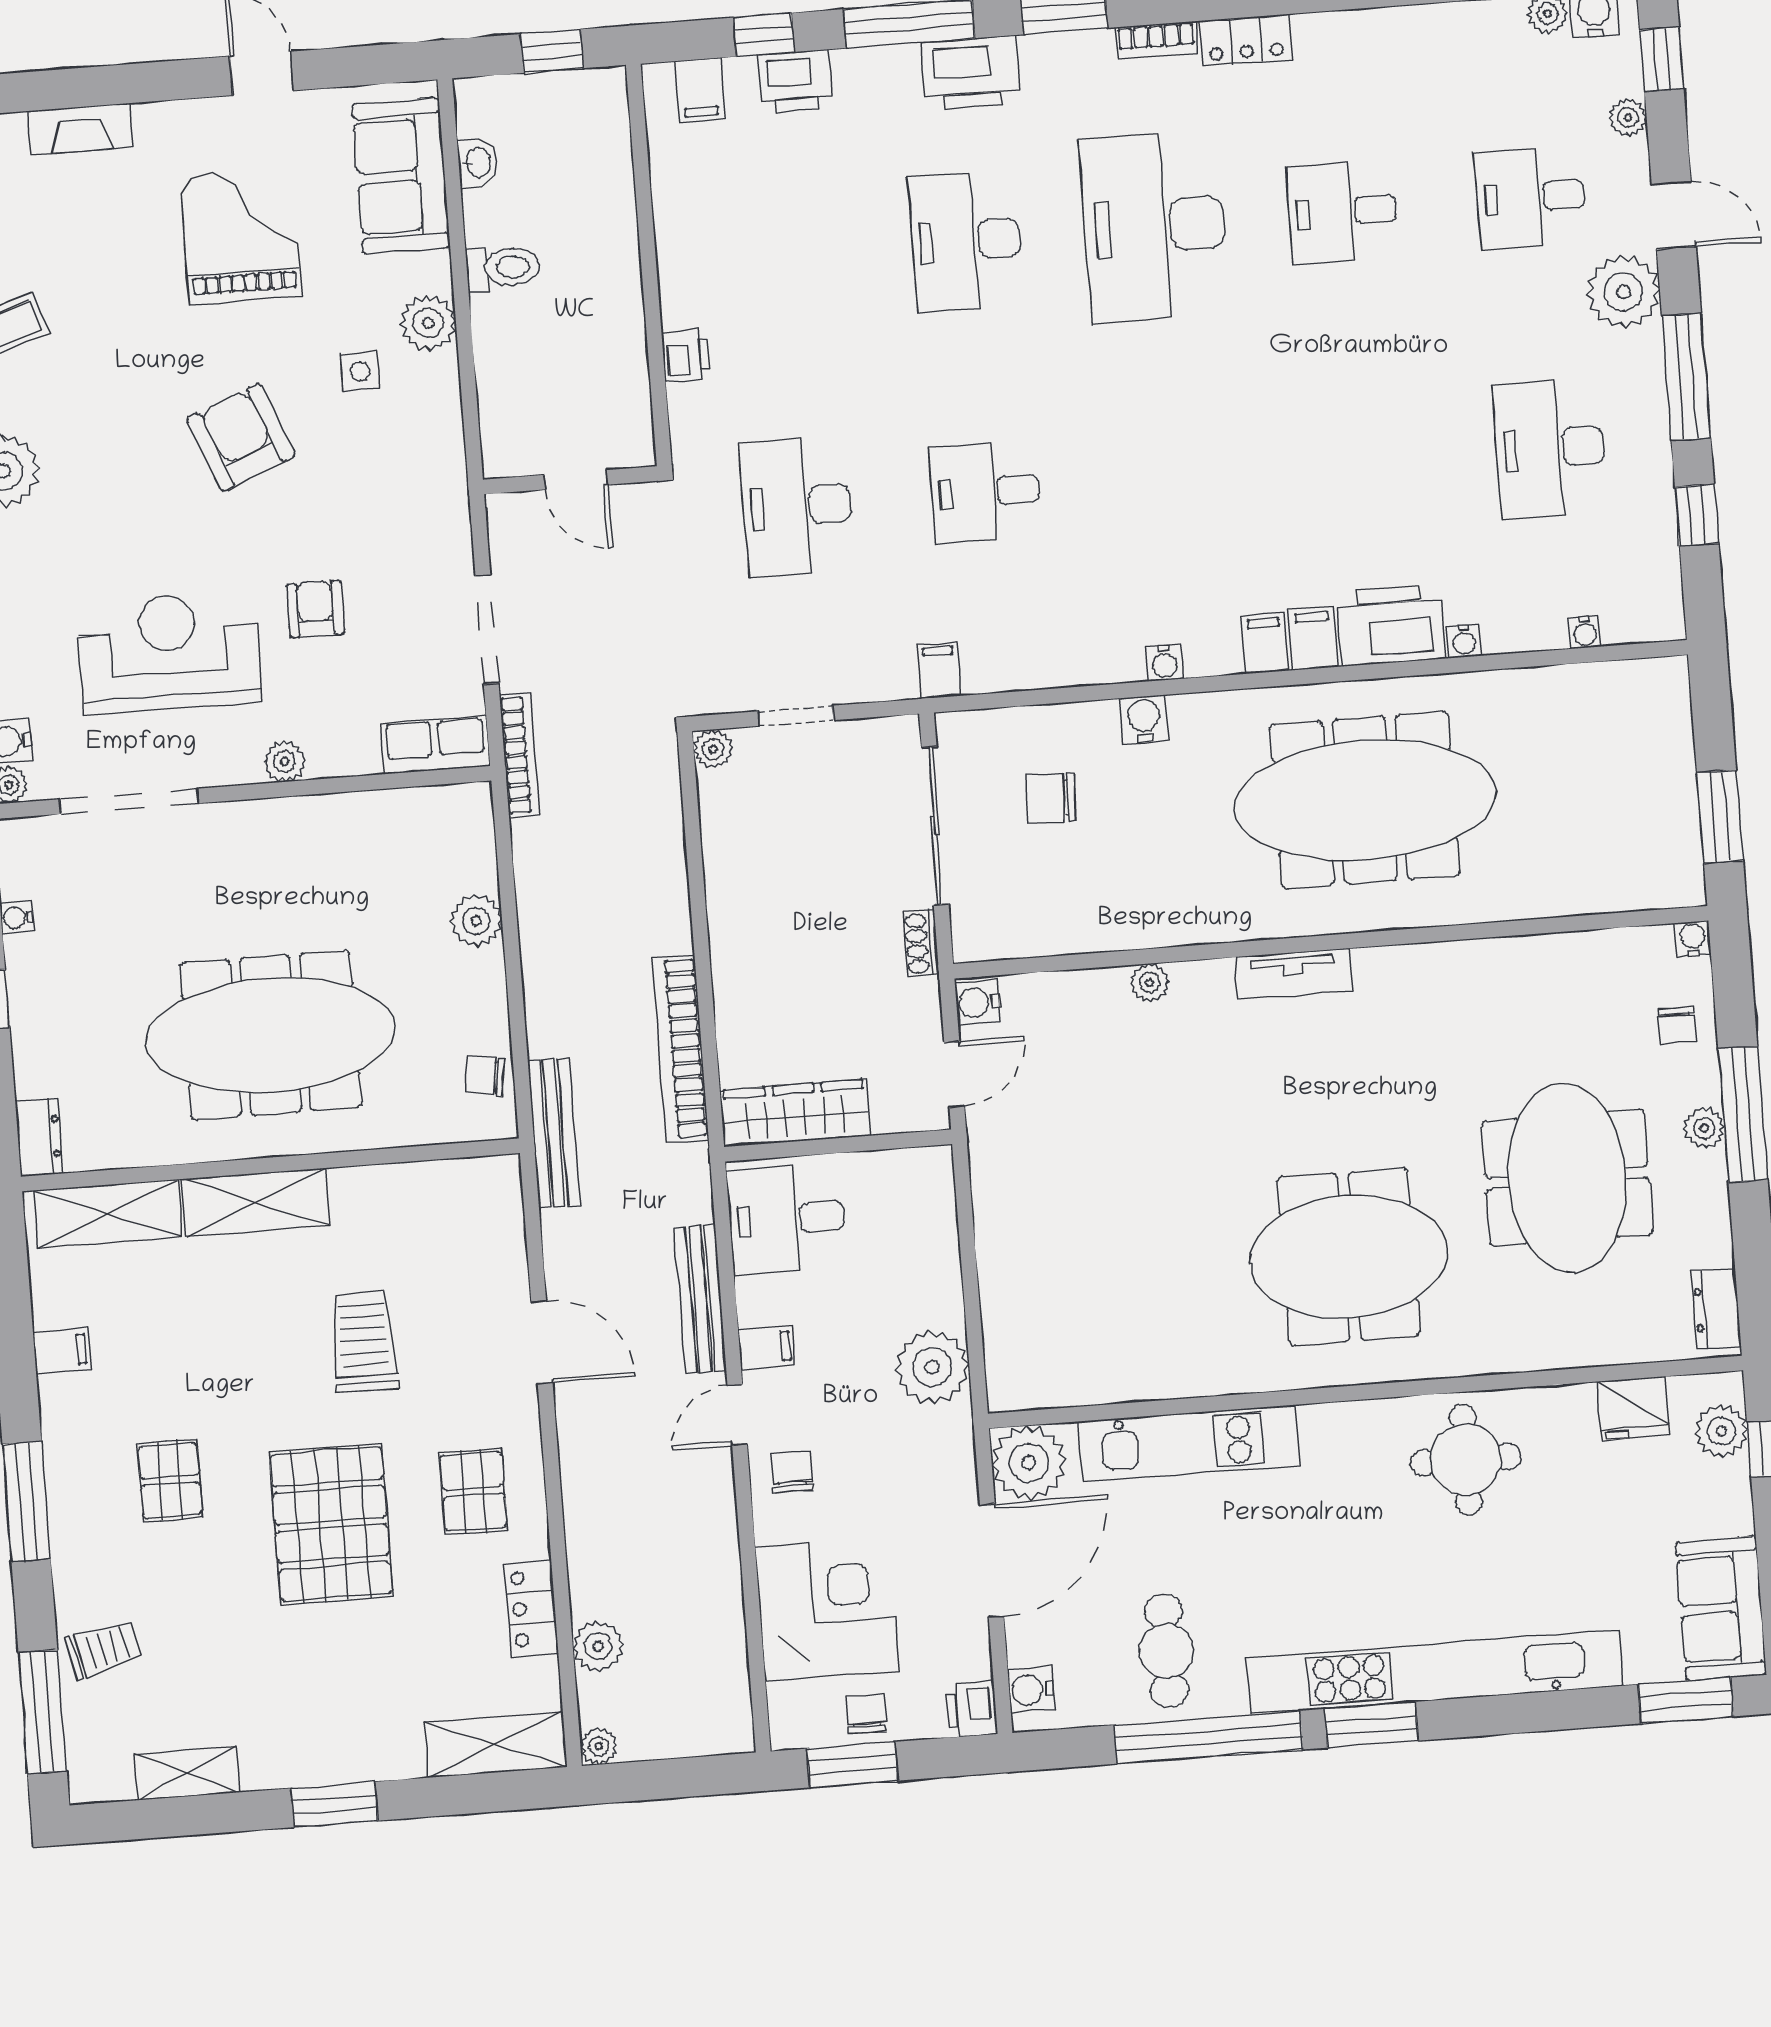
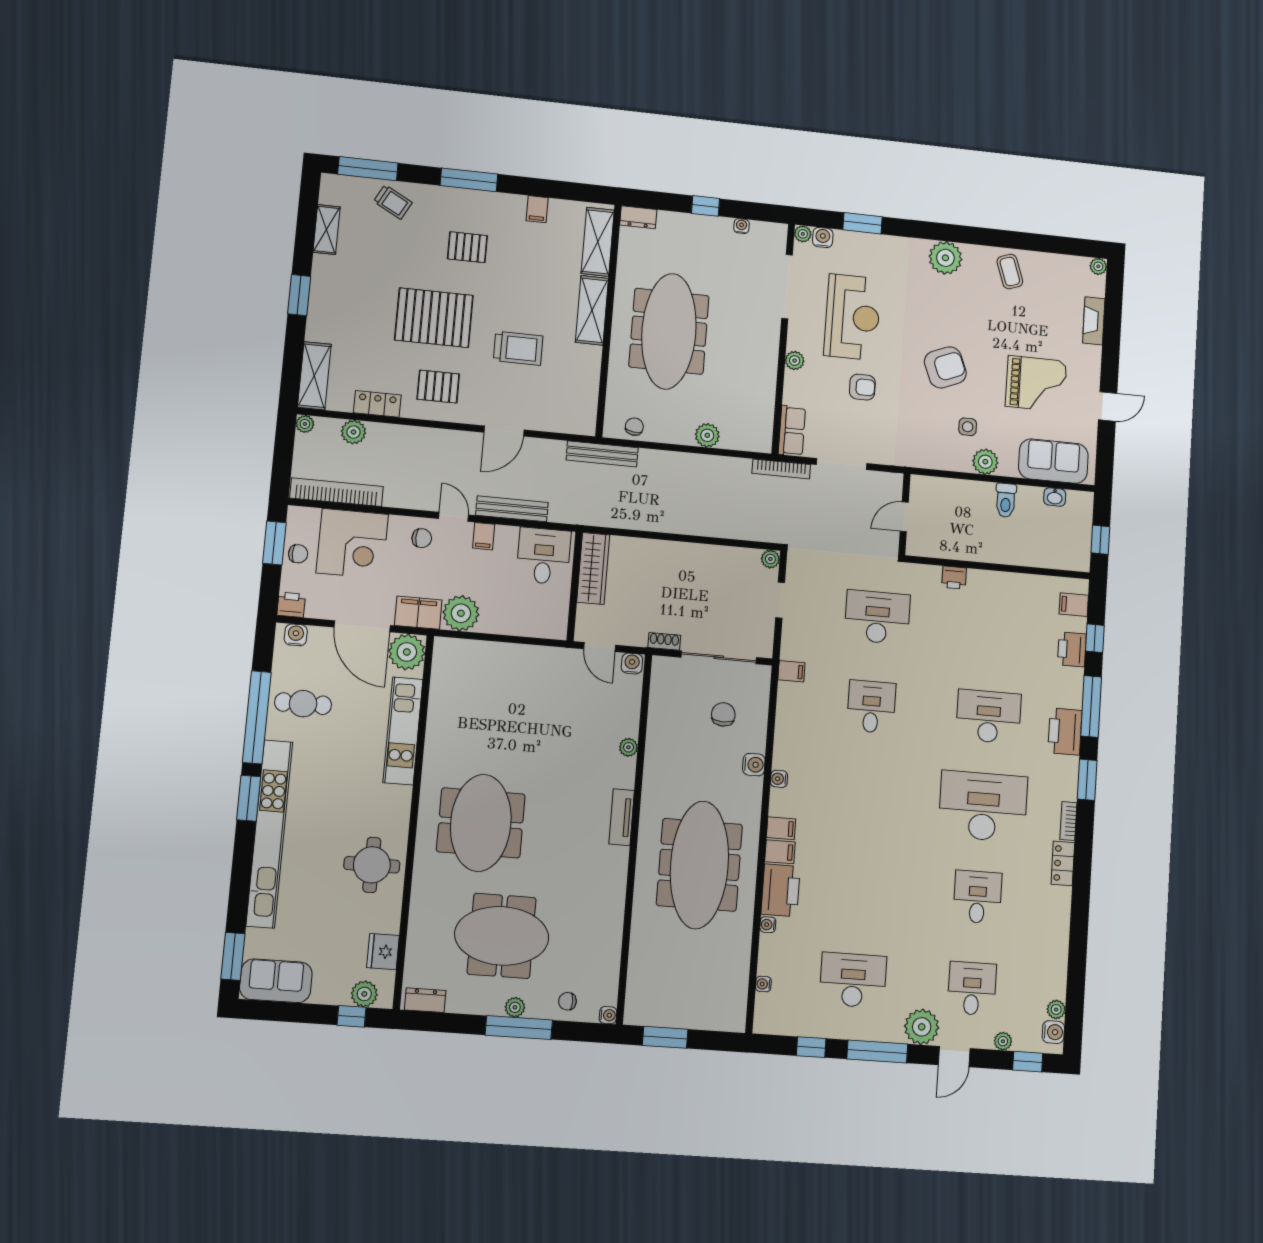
bookcase: (681, 1049) -> (337, 492), moved
filing cabinet: (945, 1453) -> (418, 613), added
trolley: (103, 1649) -> (393, 202), turned -49

